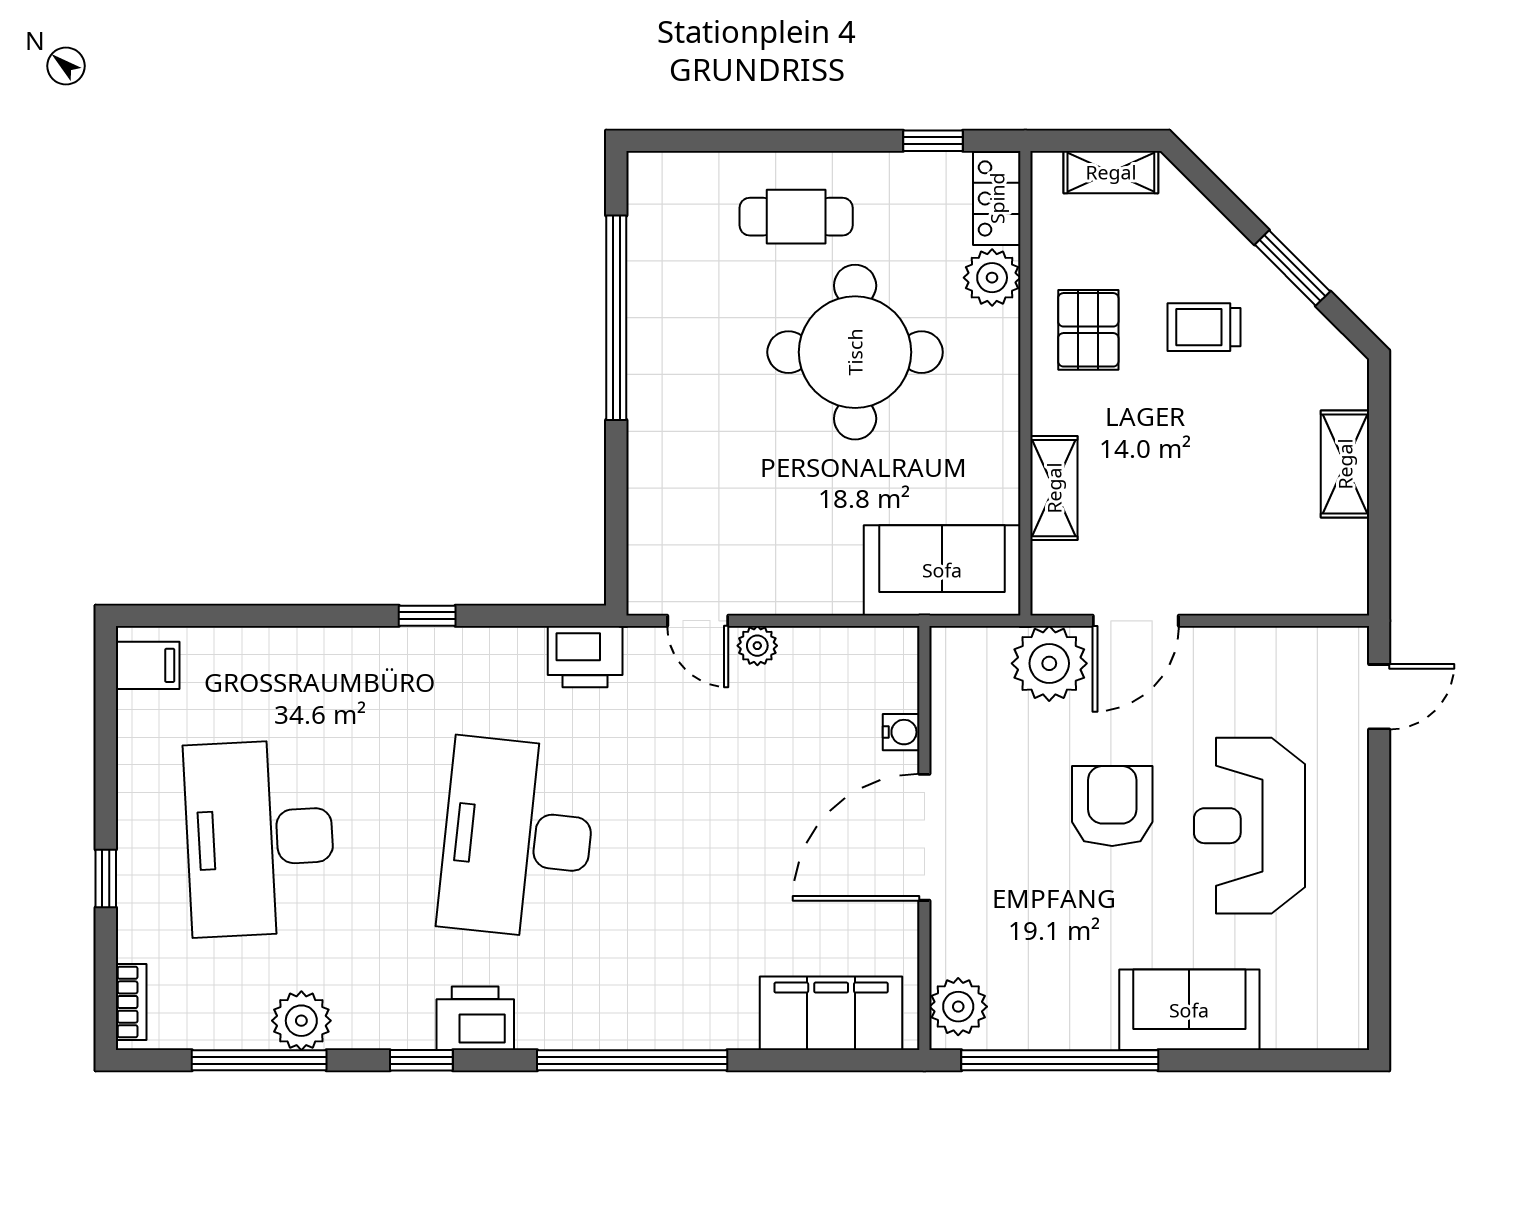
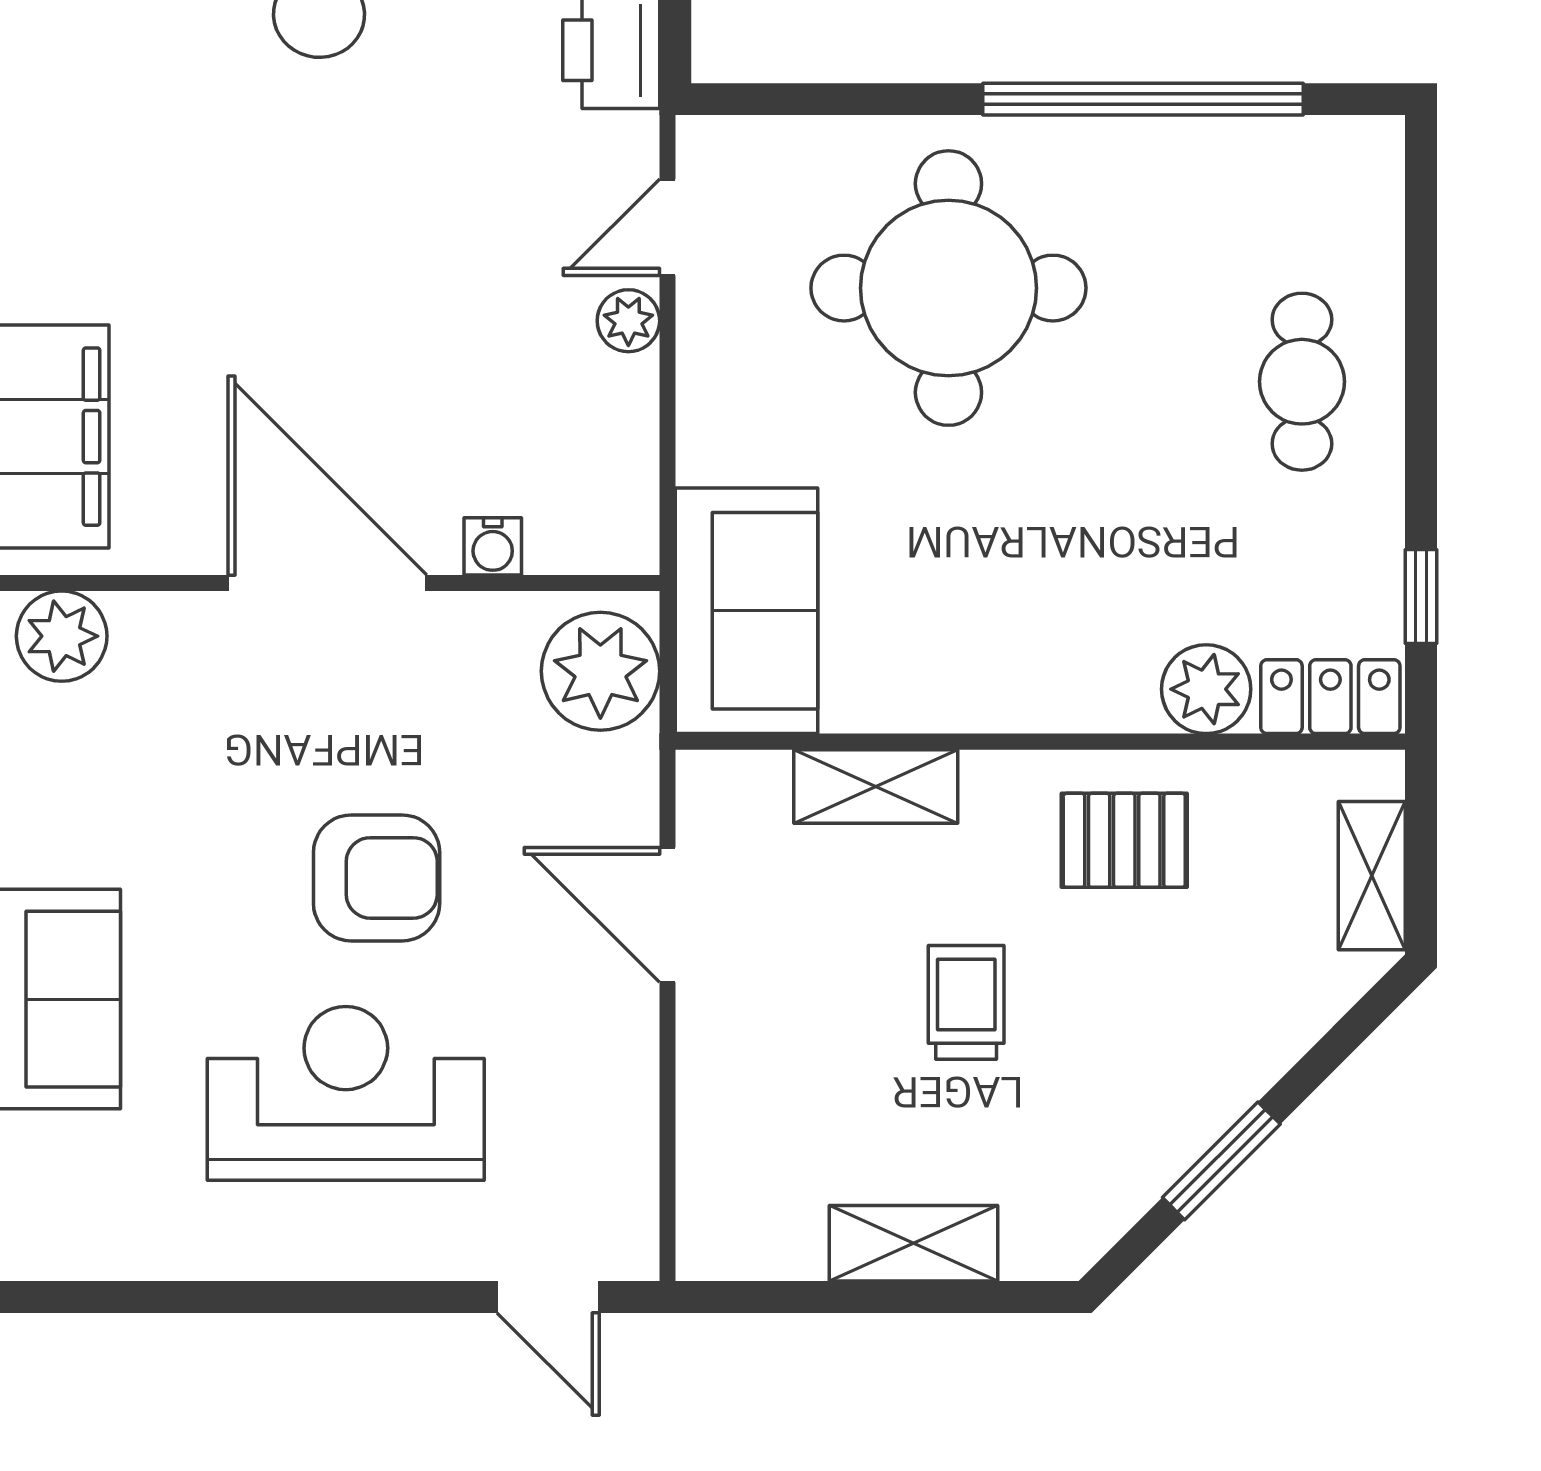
trolley: (1204, 327) -> (966, 1002), moved
round table: (855, 352) -> (948, 288), moved
plant: (1049, 663) -> (600, 671), moved

